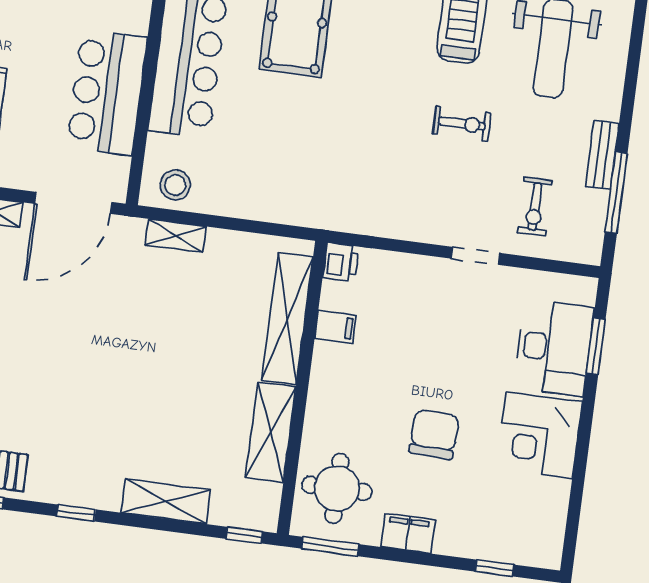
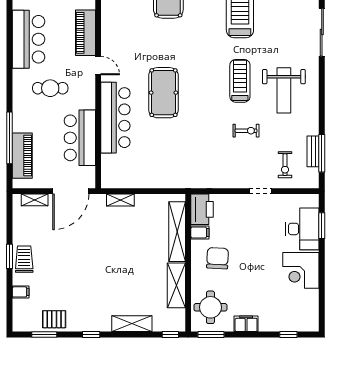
bench: (602, 155) -> (313, 151), moved
stool: (175, 185) -> (117, 177), removed
printer: (341, 262) -> (202, 209), width x1.87, depth x1.48
chair: (434, 434) -> (218, 258), moved

